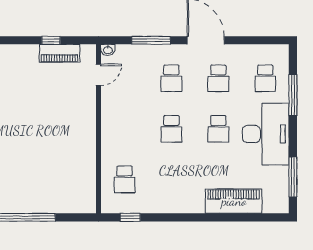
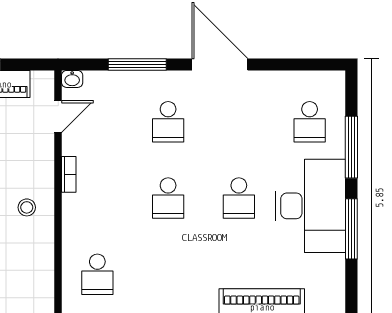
school desk: (218, 78) -> (239, 122), removed
bookcase: (106, 113) -> (69, 174), added
stool: (78, 135) -> (27, 207), added
window: (293, 177) -> (351, 229), moved

